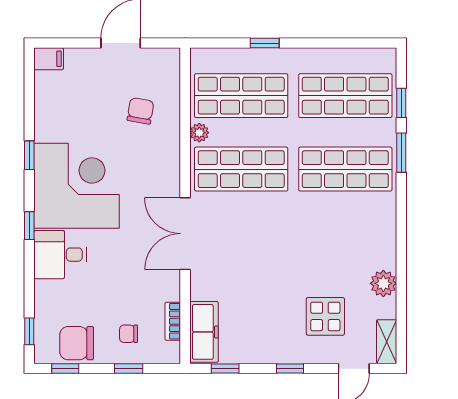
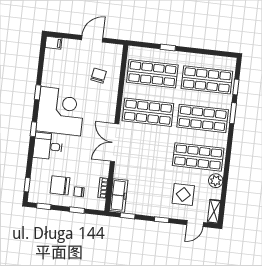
plant: (199, 133) -> (128, 91), removed
shop shelf: (345, 243) -> (198, 157), added
chair: (77, 343) -> (60, 185), moved

